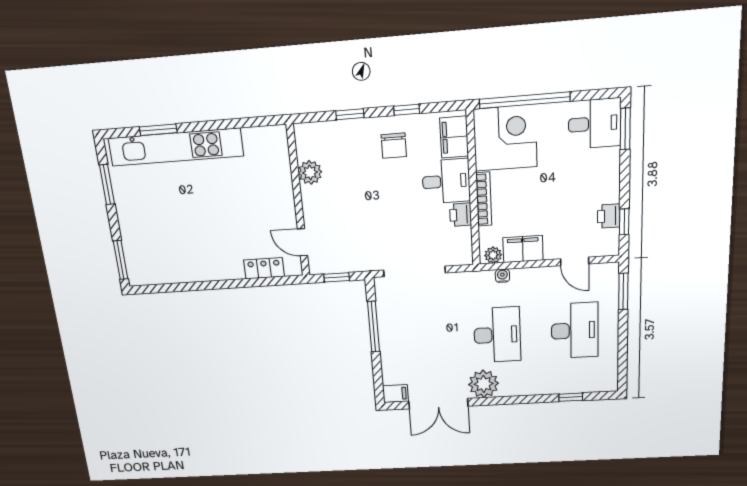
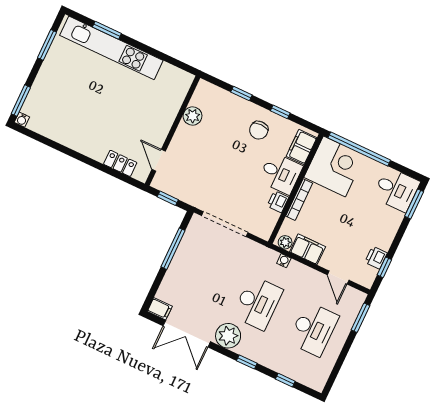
water cooler: (135, 279) -> (22, 120), added
window: (518, 400) -> (247, 362), added

